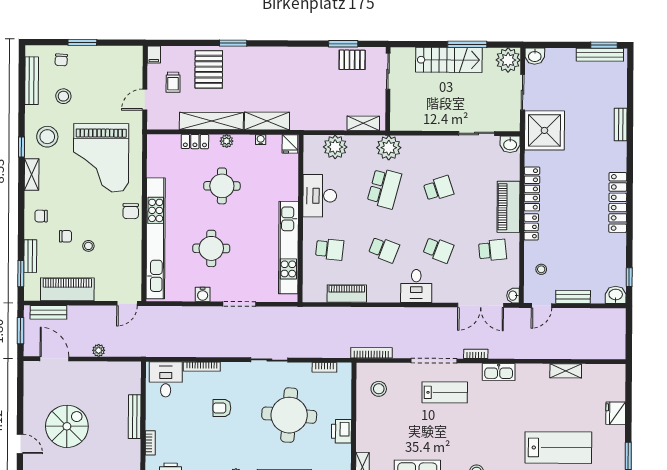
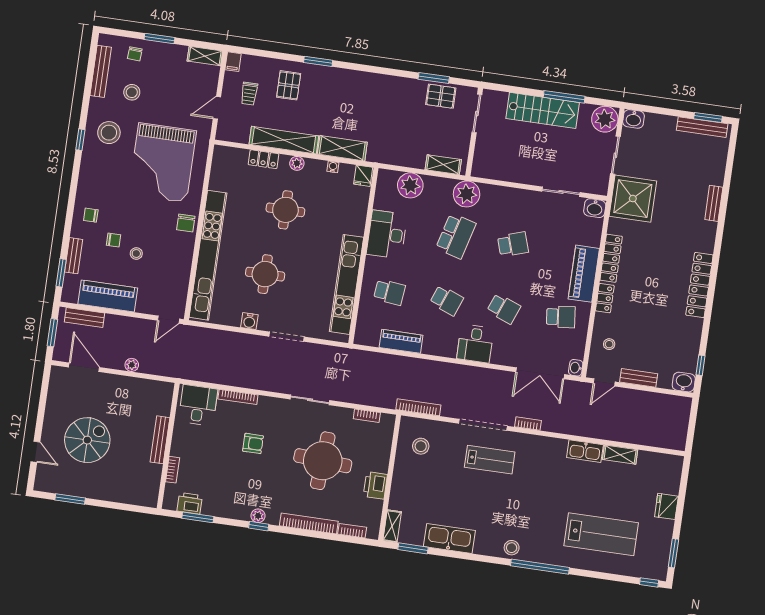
pallet: (209, 69) -> (289, 85), width x0.67, depth x0.71
shelving: (32, 175) -> (205, 56), moved, turned 90
kitchen sink: (499, 372) -> (585, 451), moved
armchair: (222, 408) -> (253, 443), turned 180

